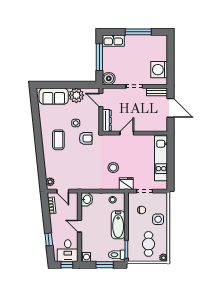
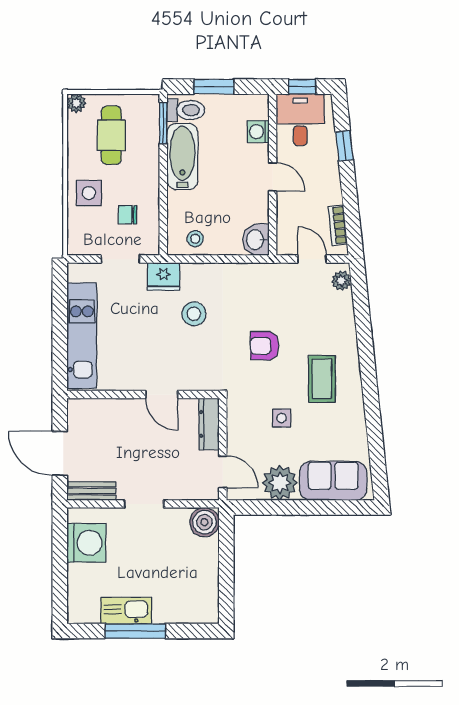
kitchen sink: (113, 41) -> (126, 611), moved
window: (99, 57) -> (226, 572), removed
door: (127, 133) -> (162, 395), hinge flipped
armchair: (86, 138) -> (264, 346), moved
bathtub: (118, 225) -> (182, 157), moved
washing machine: (86, 257) -> (258, 132), moved

